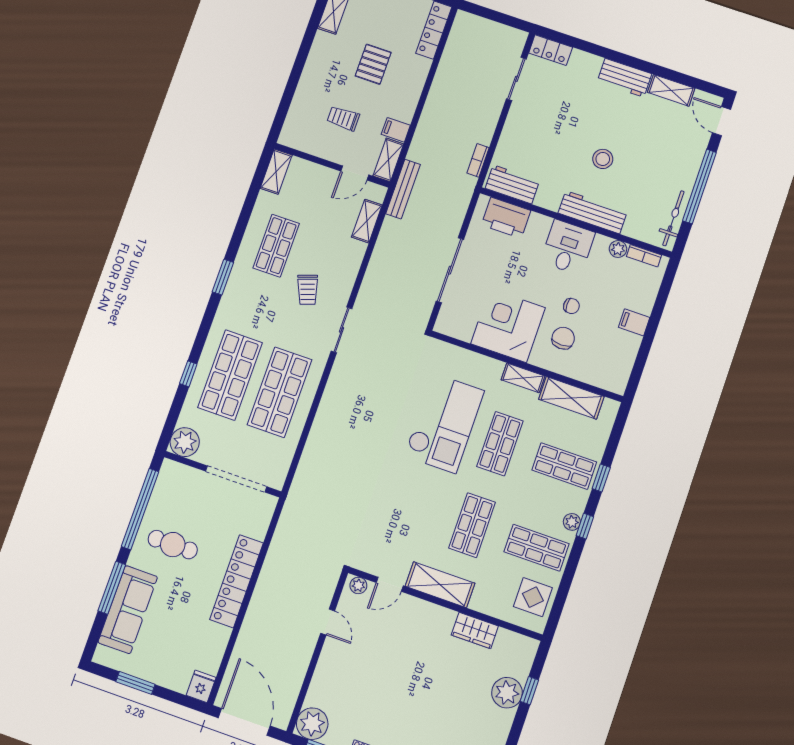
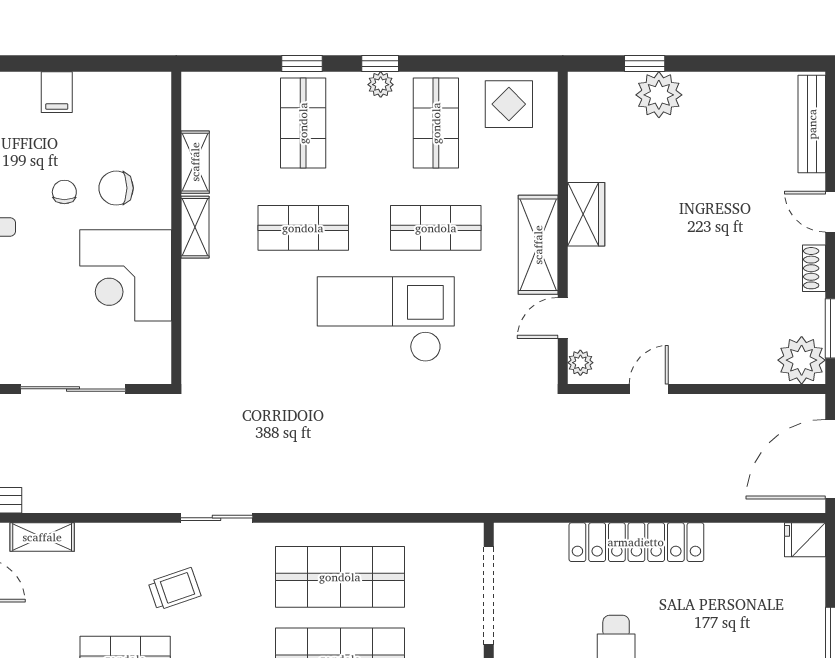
shelving: (571, 398) -> (195, 162), width x0.67, depth x0.75
checkout: (444, 423) -> (386, 319), moved
door: (390, 584) -> (563, 318), swing flipped
wardrobe: (475, 630) -> (586, 214), moved

